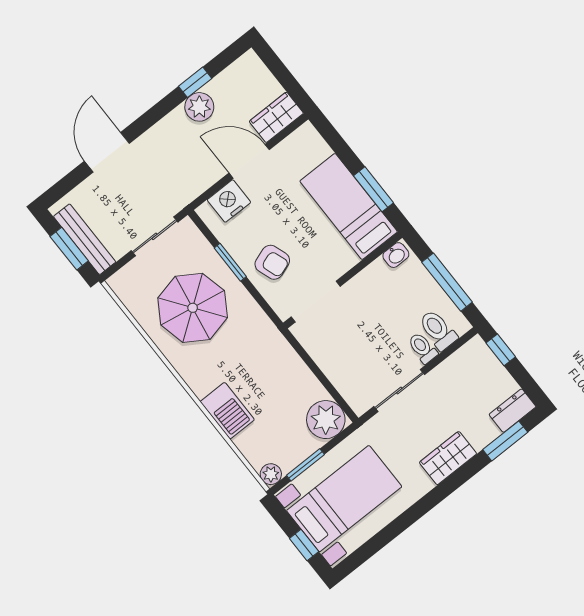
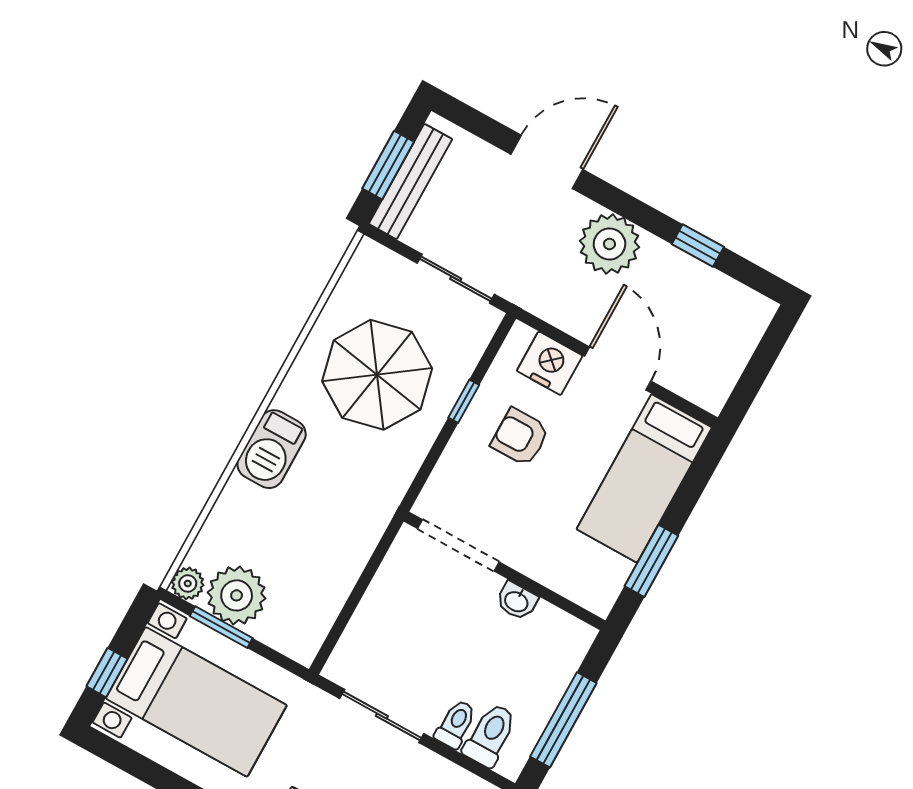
plant: (199, 107) -> (609, 244), moved, width x1.36, depth x1.36
wardrobe: (276, 117) -> (696, 381), removed
bed: (349, 206) -> (644, 478), moved, turned 180
washbasin: (396, 255) -> (517, 601), moved
window: (230, 262) -> (464, 401), width x0.67
armchair: (272, 262) -> (520, 437), moved, turned 109
barbecue: (227, 411) -> (272, 449), moved
plant: (326, 420) -> (237, 595), moved

